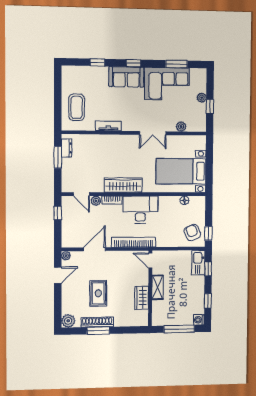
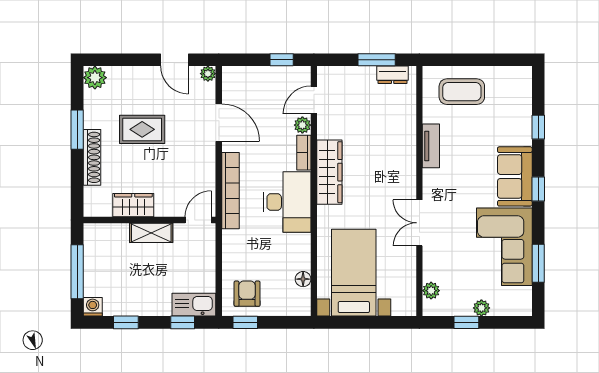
plant: (181, 127) -> (431, 291), moved
armchair: (192, 232) -> (247, 294), turned -66
shoe rack: (97, 322) -> (92, 157), moved

